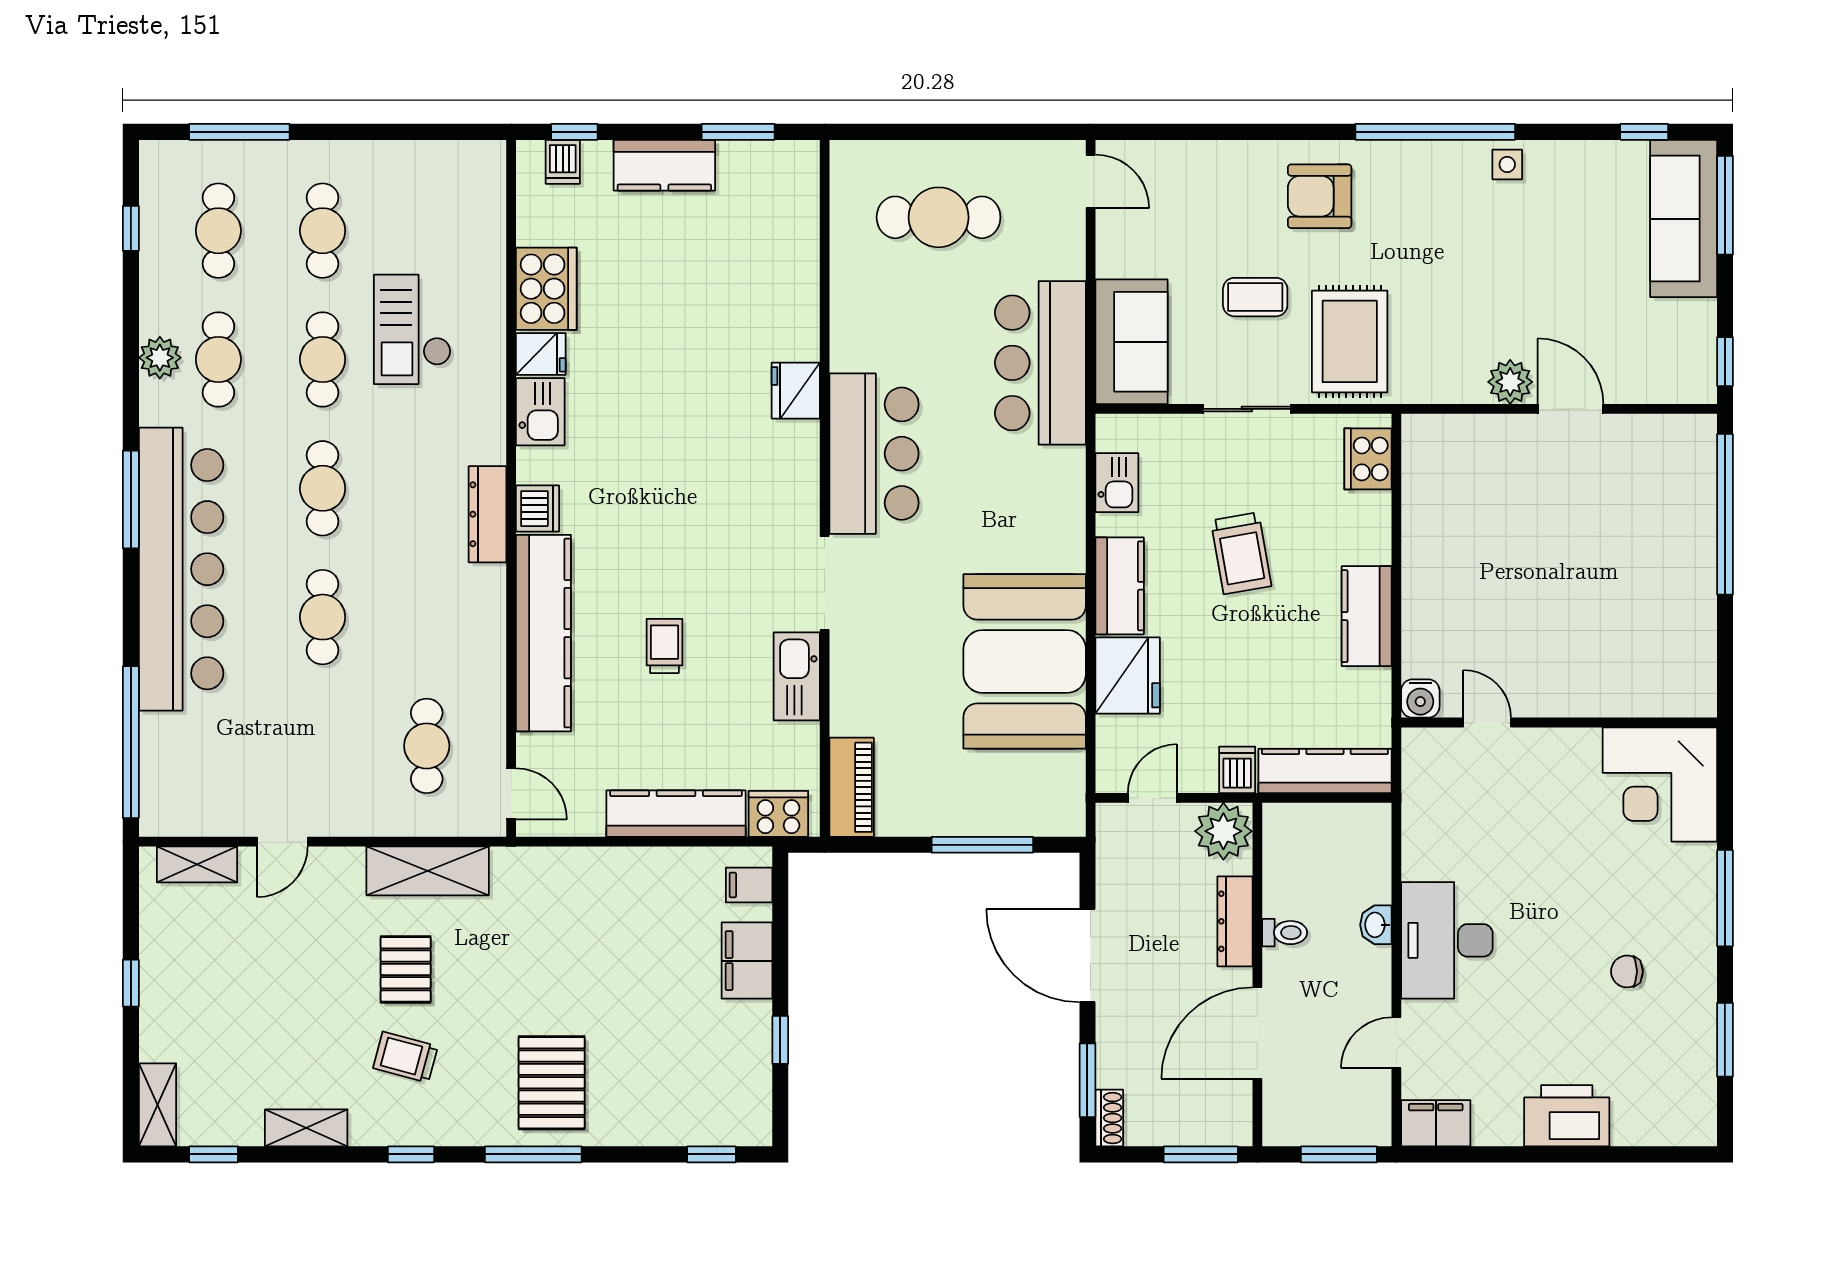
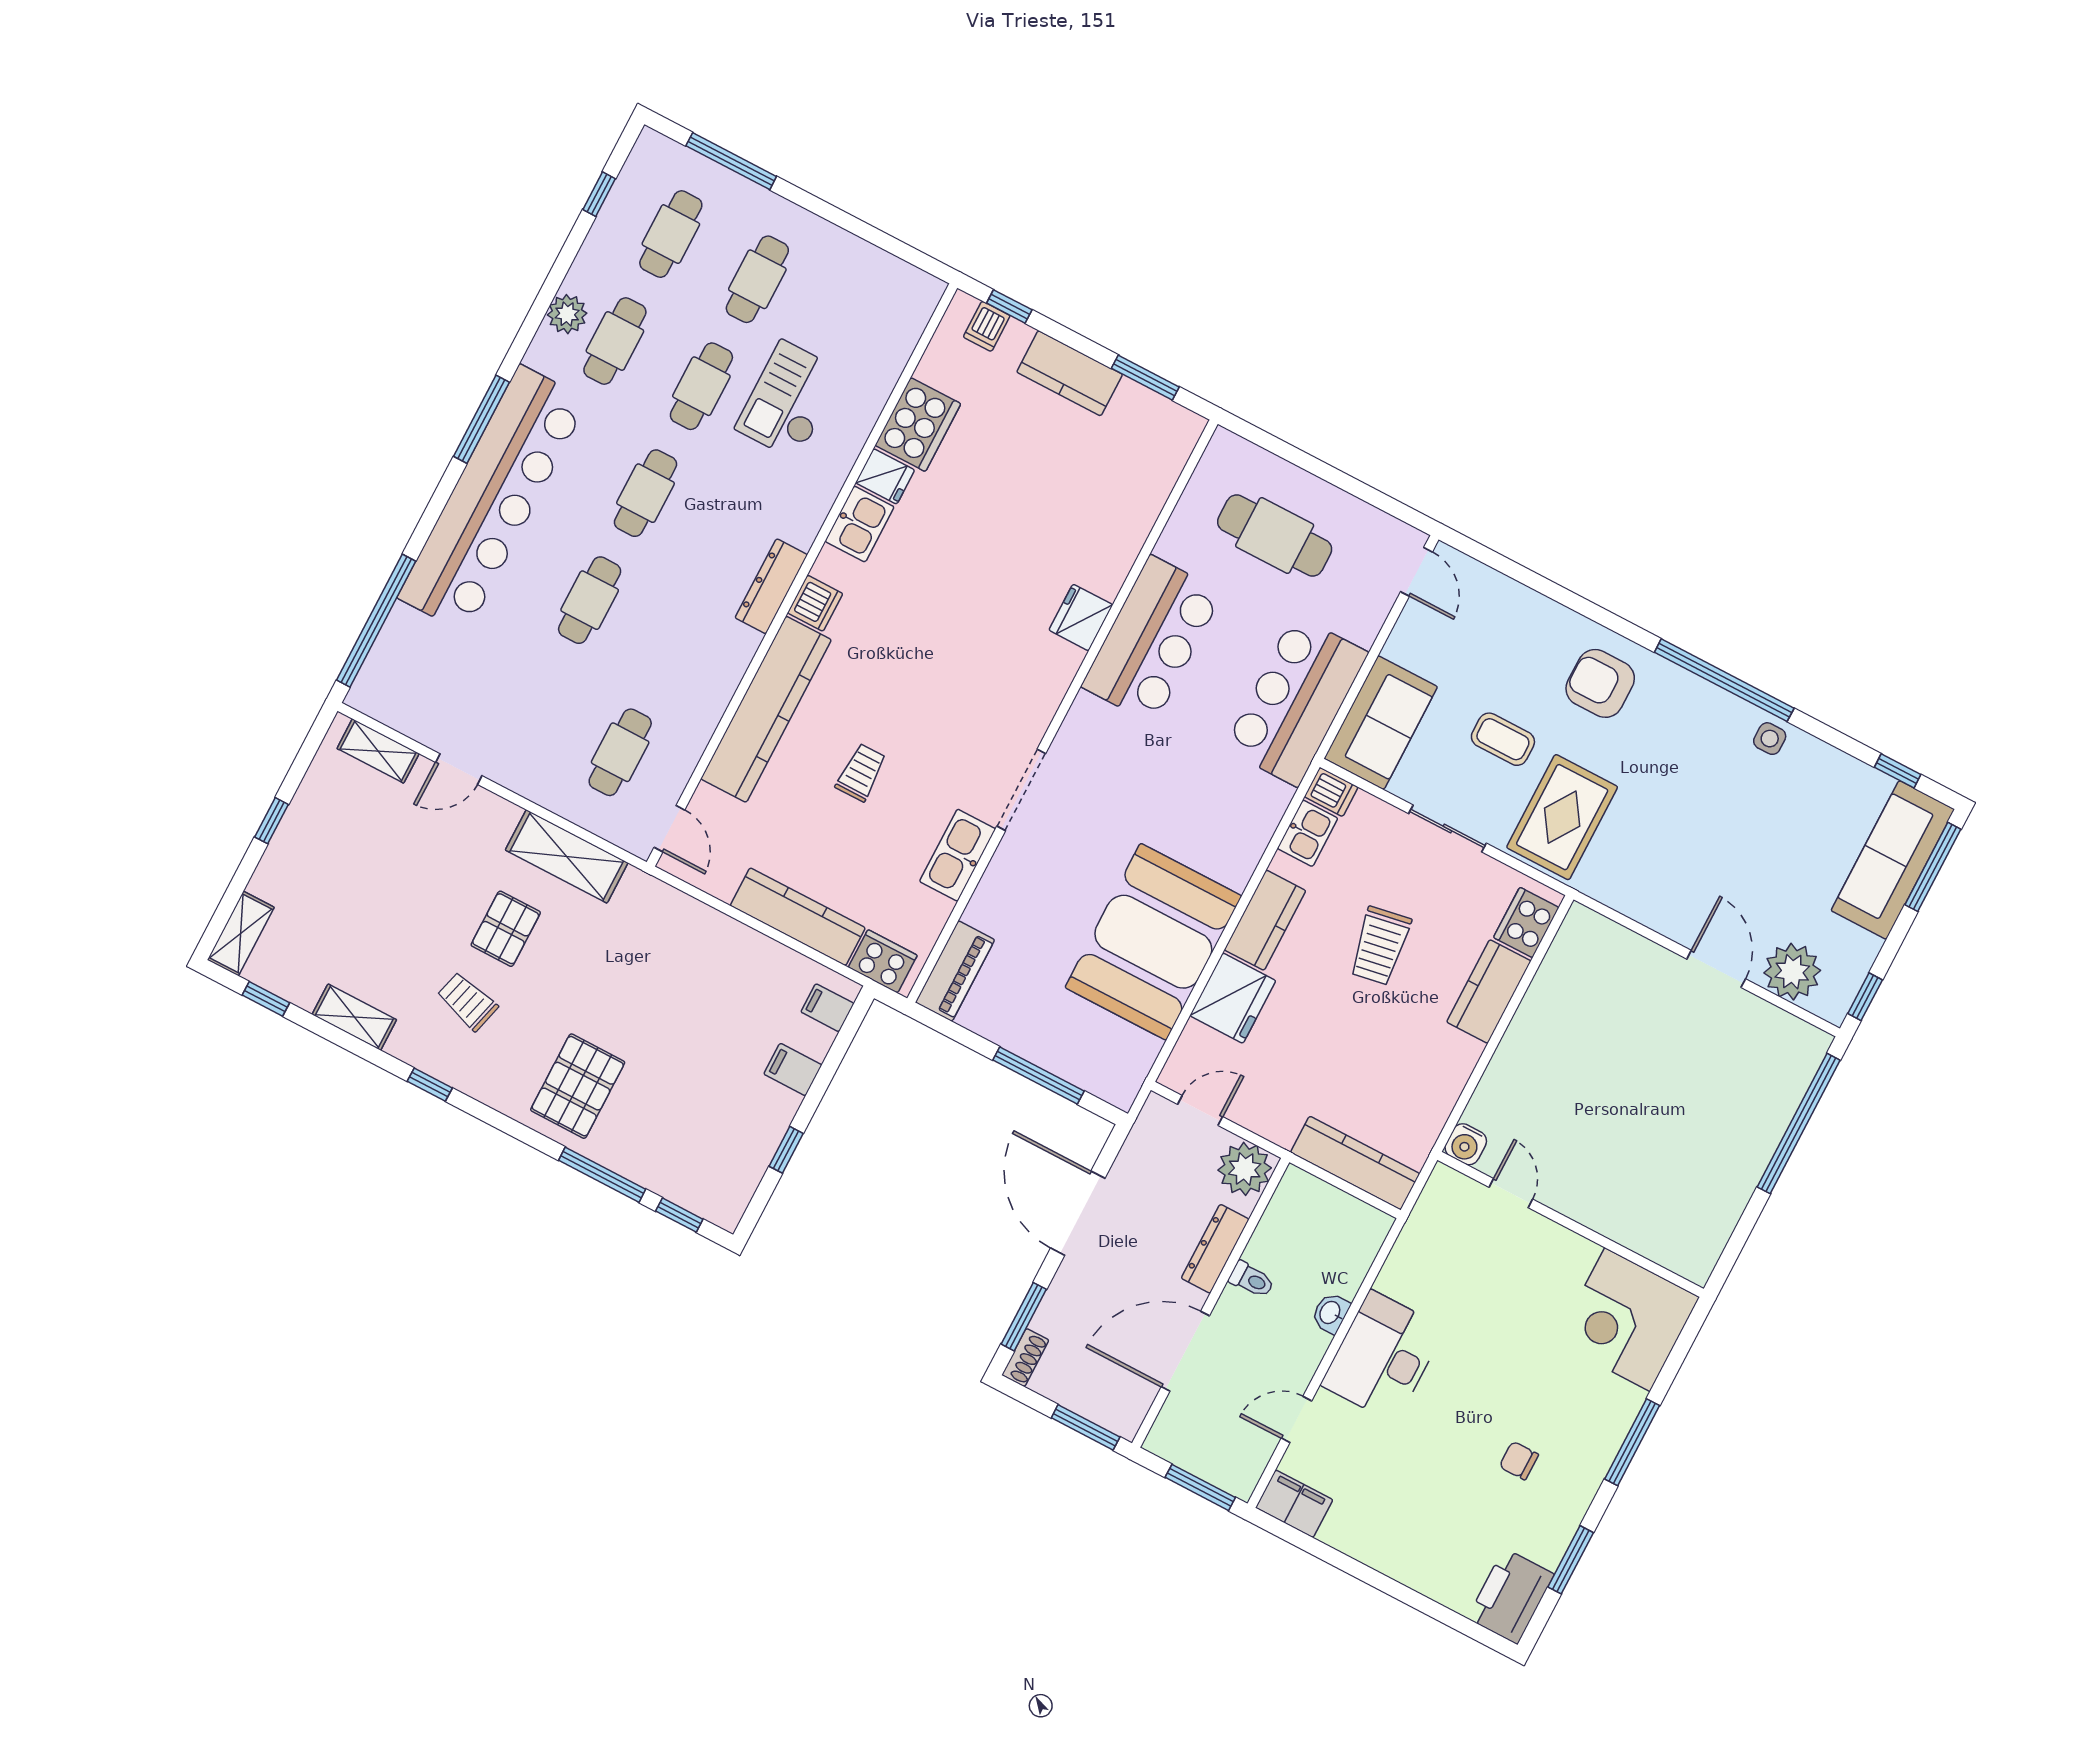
plant: (1510, 382) -> (1792, 972), moved, width x1.36, depth x1.36
bar counter: (874, 454) -> (1152, 640), moved
kitchen counter: (1367, 616) -> (1489, 991), moved
dishwasher: (1237, 770) -> (1331, 792), moved, turned 90
filing cabinet: (747, 961) -> (793, 1070), width x0.50
printer: (1567, 1116) -> (1511, 1596), moved, turned -90
window: (533, 1154) -> (602, 1175), moved

